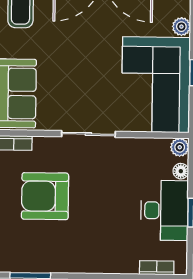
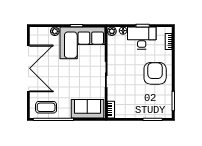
armchair: (45, 196) -> (155, 73), moved, turned 180

